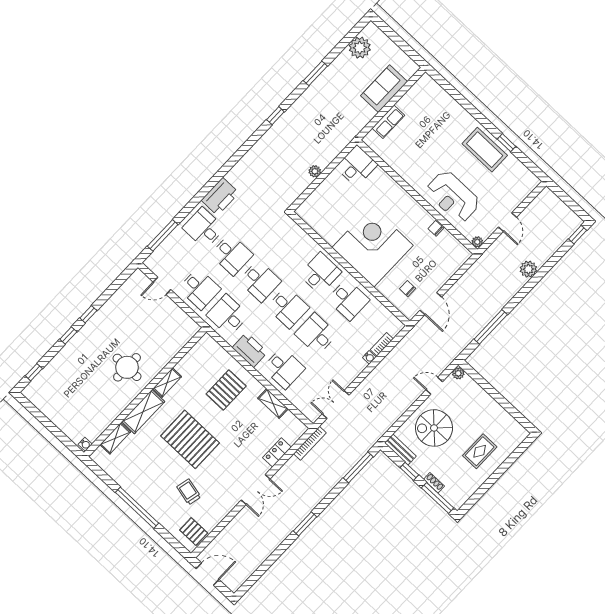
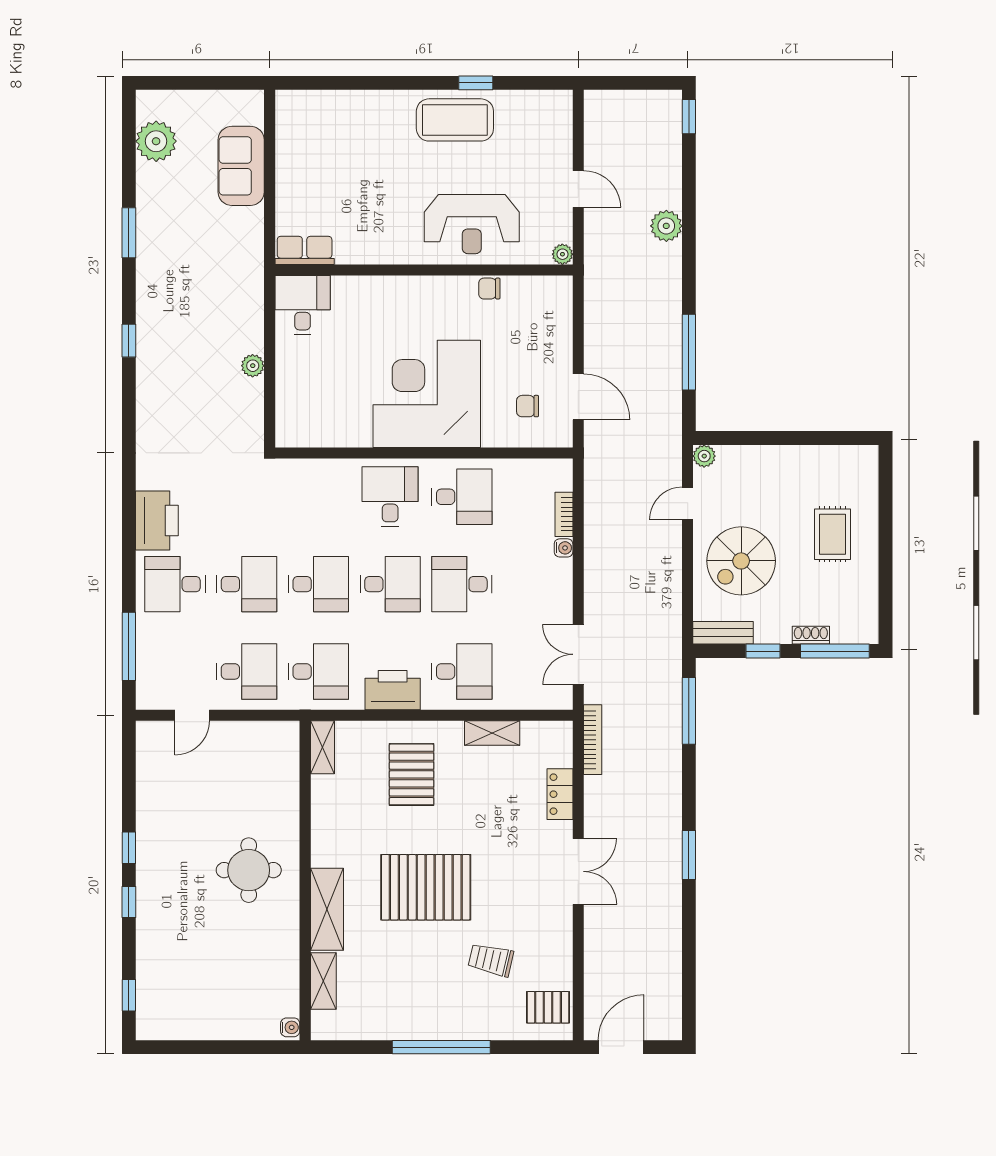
row of seats: (388, 122) -> (305, 250), moved, turned -90
desk: (228, 315) -> (318, 671), turned 180
shelving: (167, 383) -> (322, 747), moved

